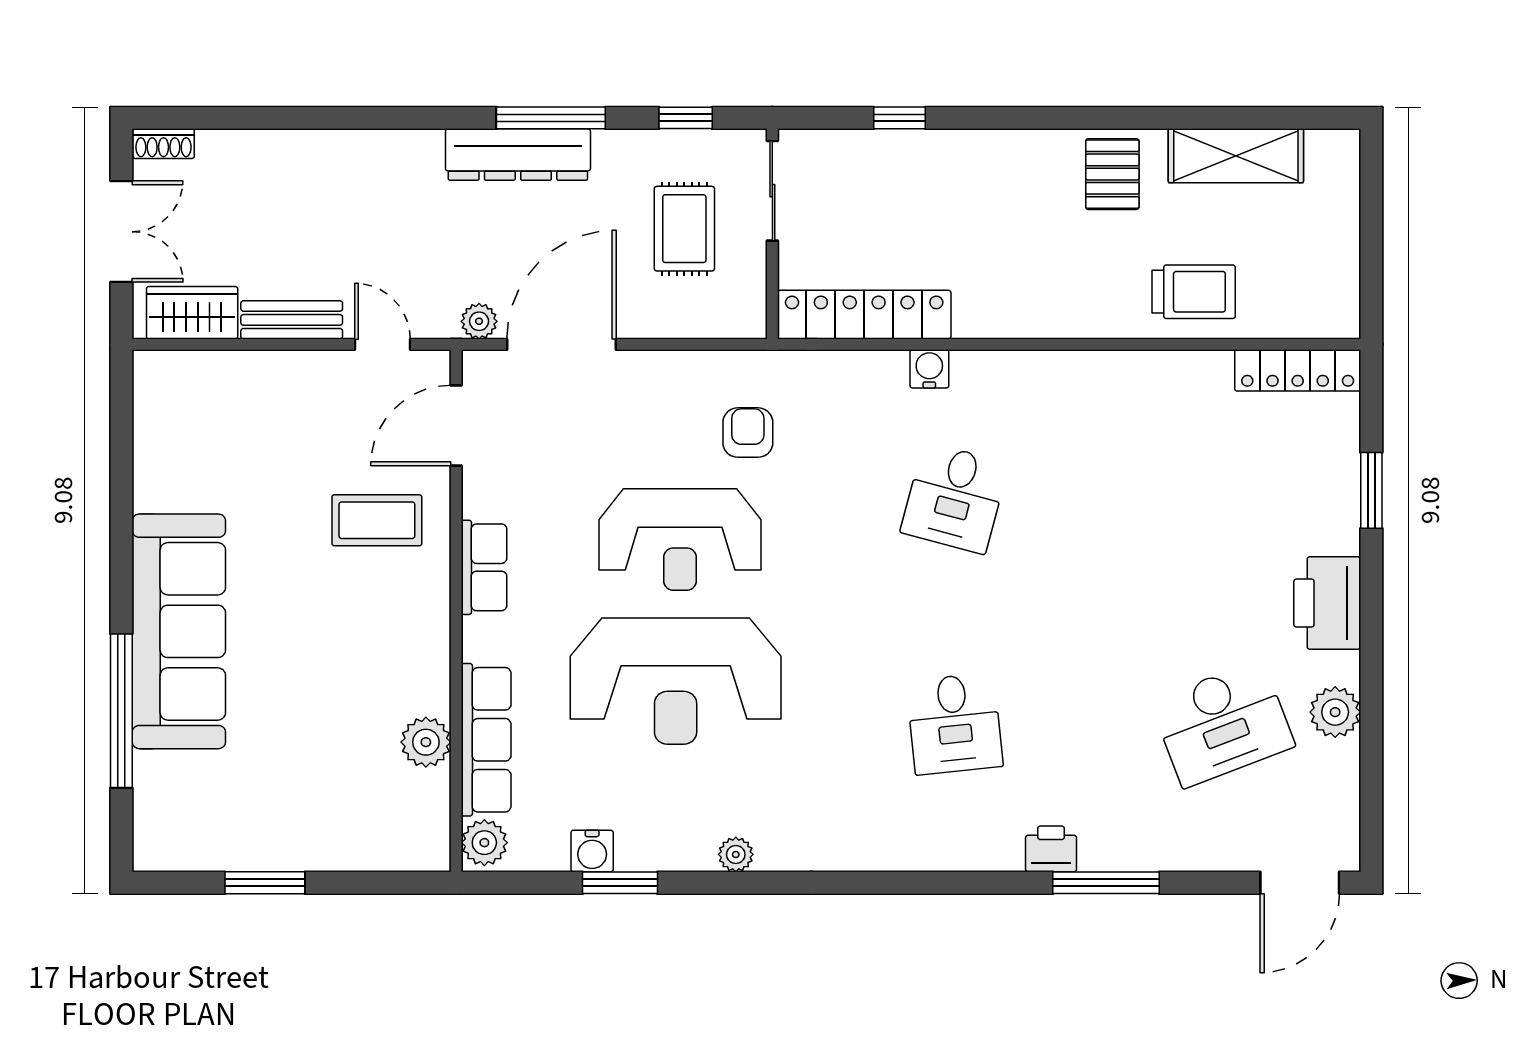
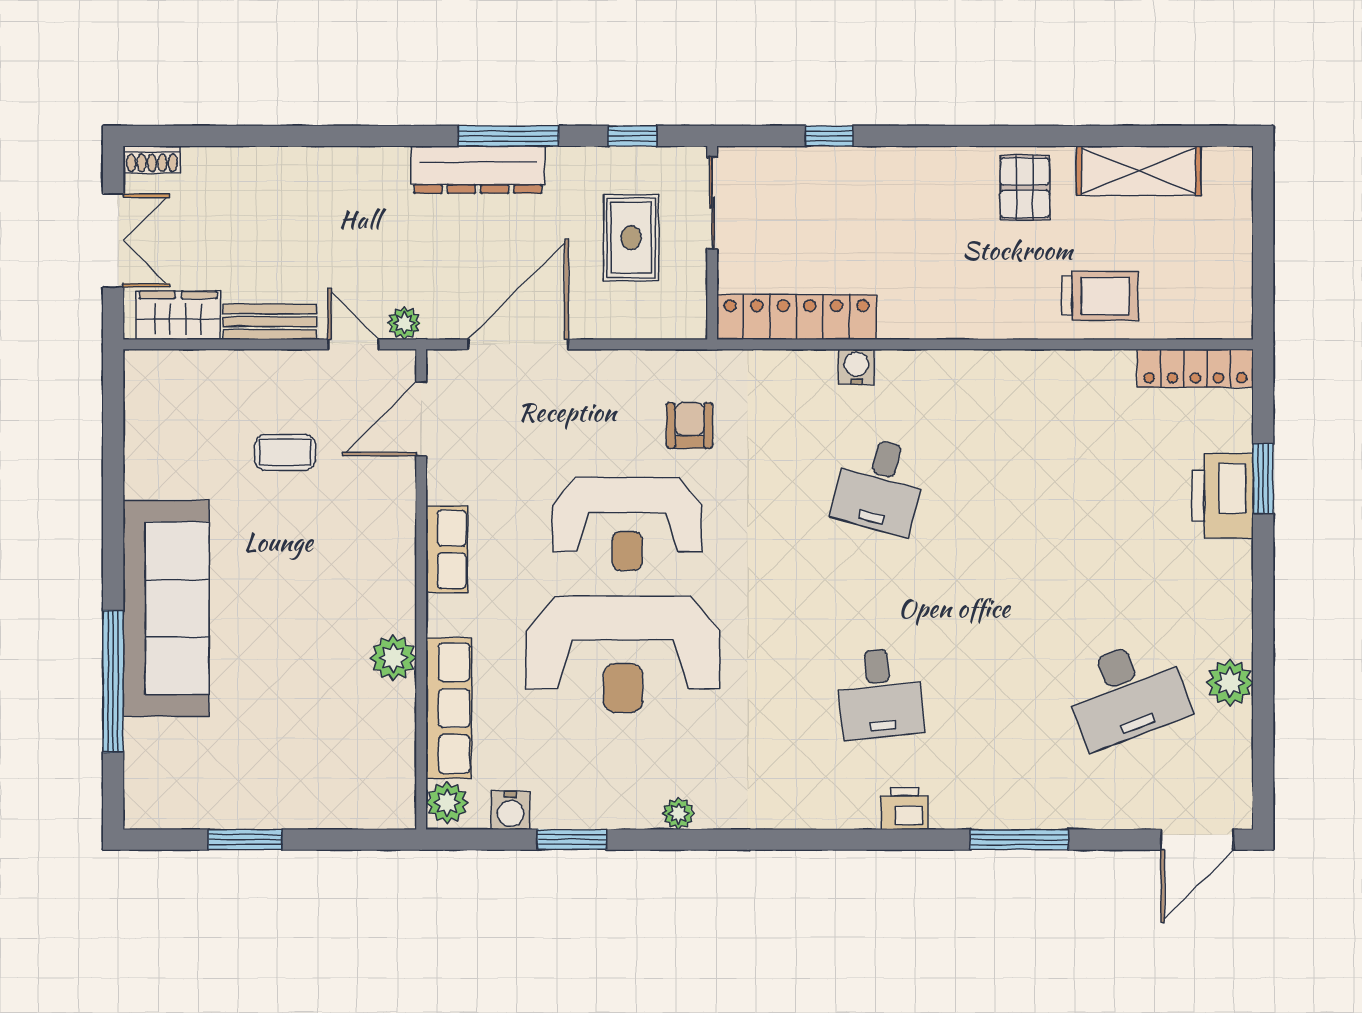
plant: (479, 321) -> (404, 323), moved
coffee table: (377, 520) -> (285, 452), moved, width x0.73, depth x0.77
printer: (1327, 603) -> (1223, 496), moved
plant: (426, 742) -> (393, 658), moved
printer: (1051, 849) -> (905, 808), moved
water cooler: (592, 851) -> (511, 810), moved

